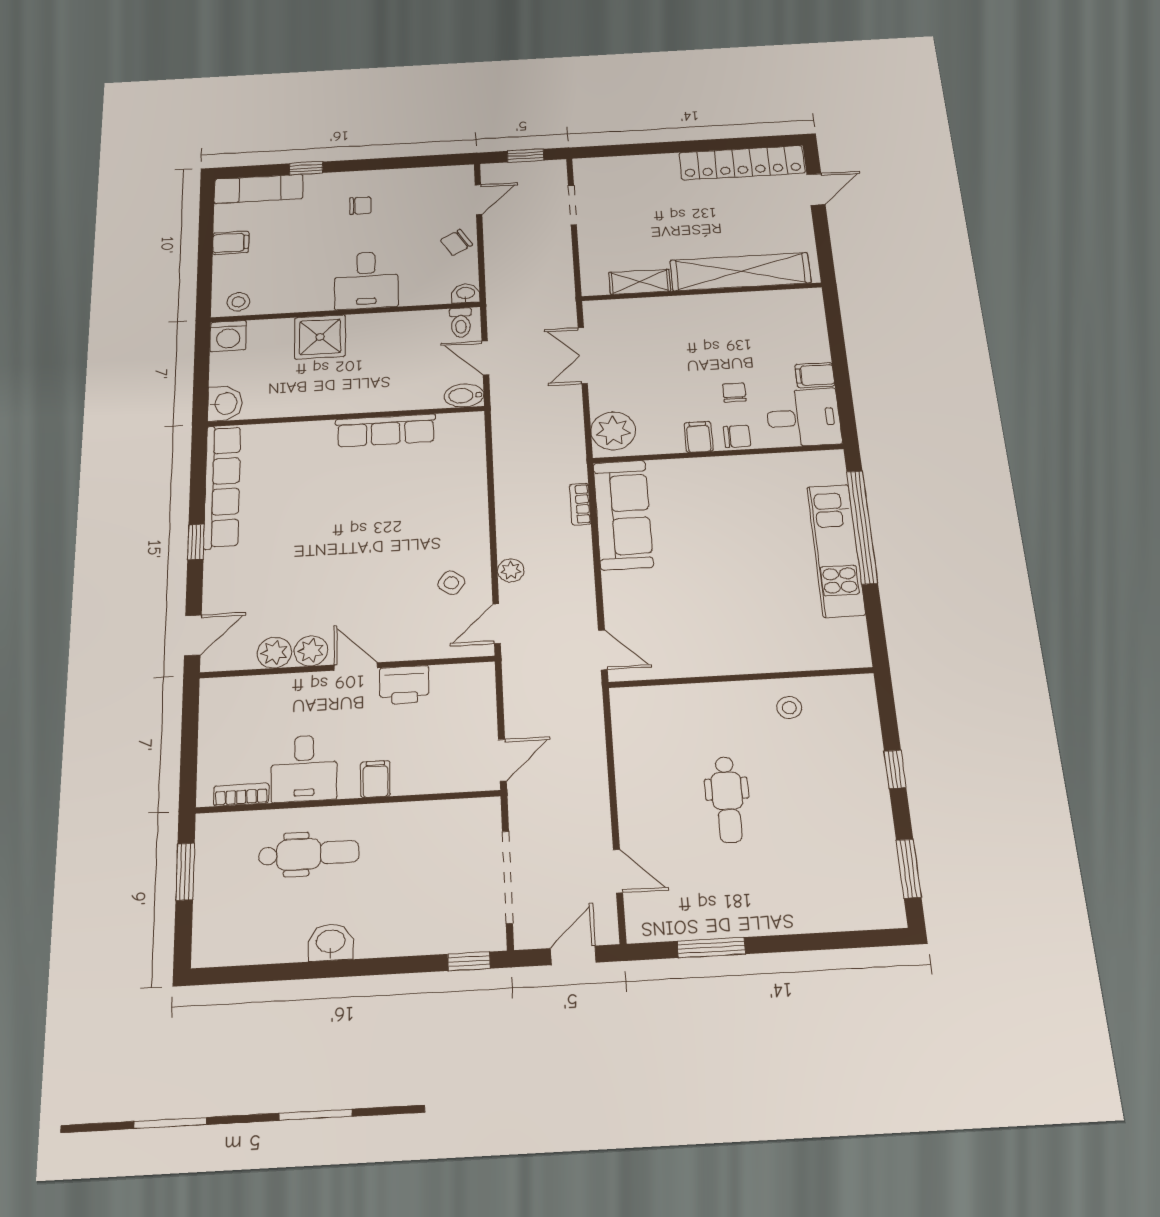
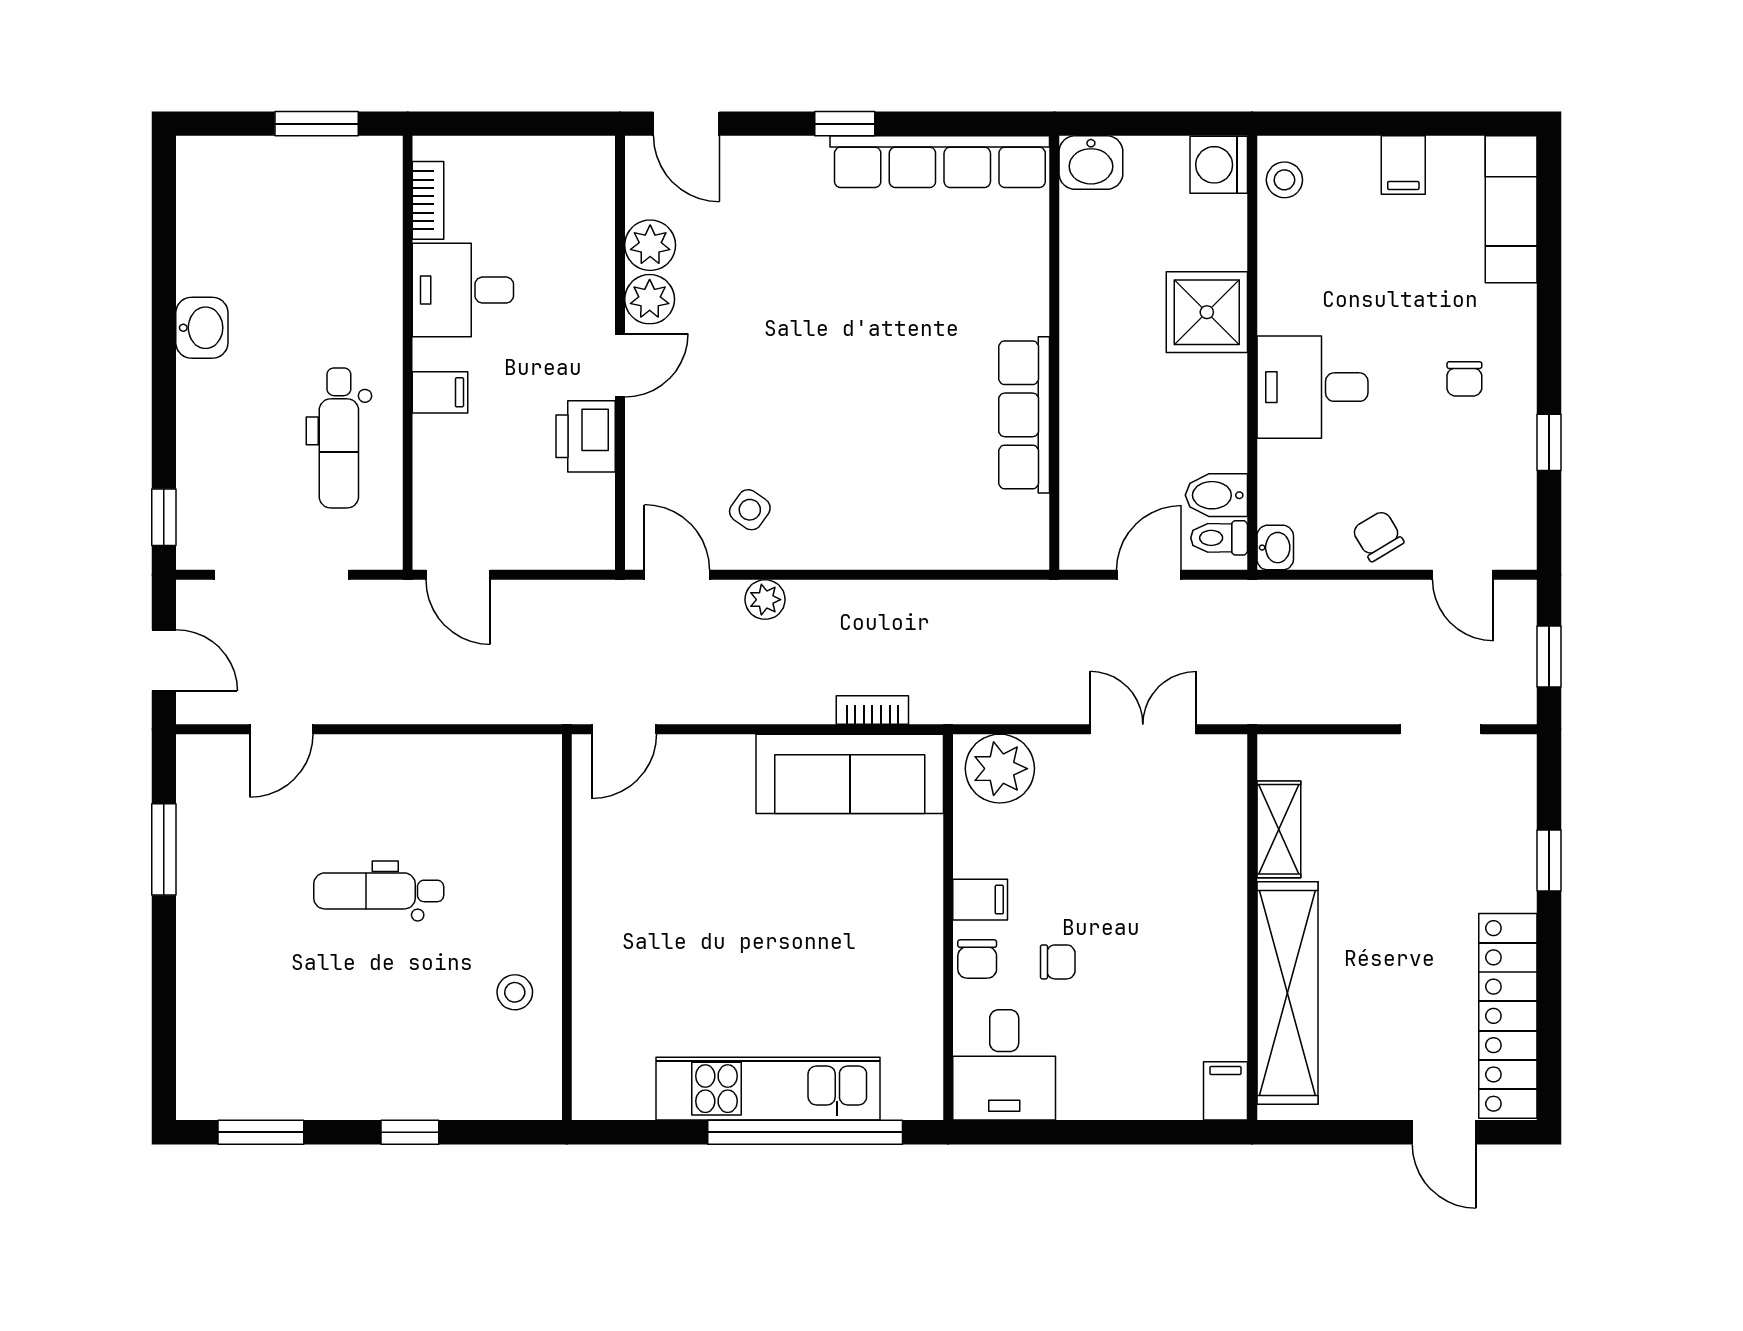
window: (647, 149) -> (1549, 860), added
window: (306, 168) -> (1549, 442), moved
filing cabinet: (815, 375) -> (1225, 1091), moved
bidet: (464, 395) -> (1216, 495), moved, turned -90
dental chair: (309, 854) -> (339, 438), moved

